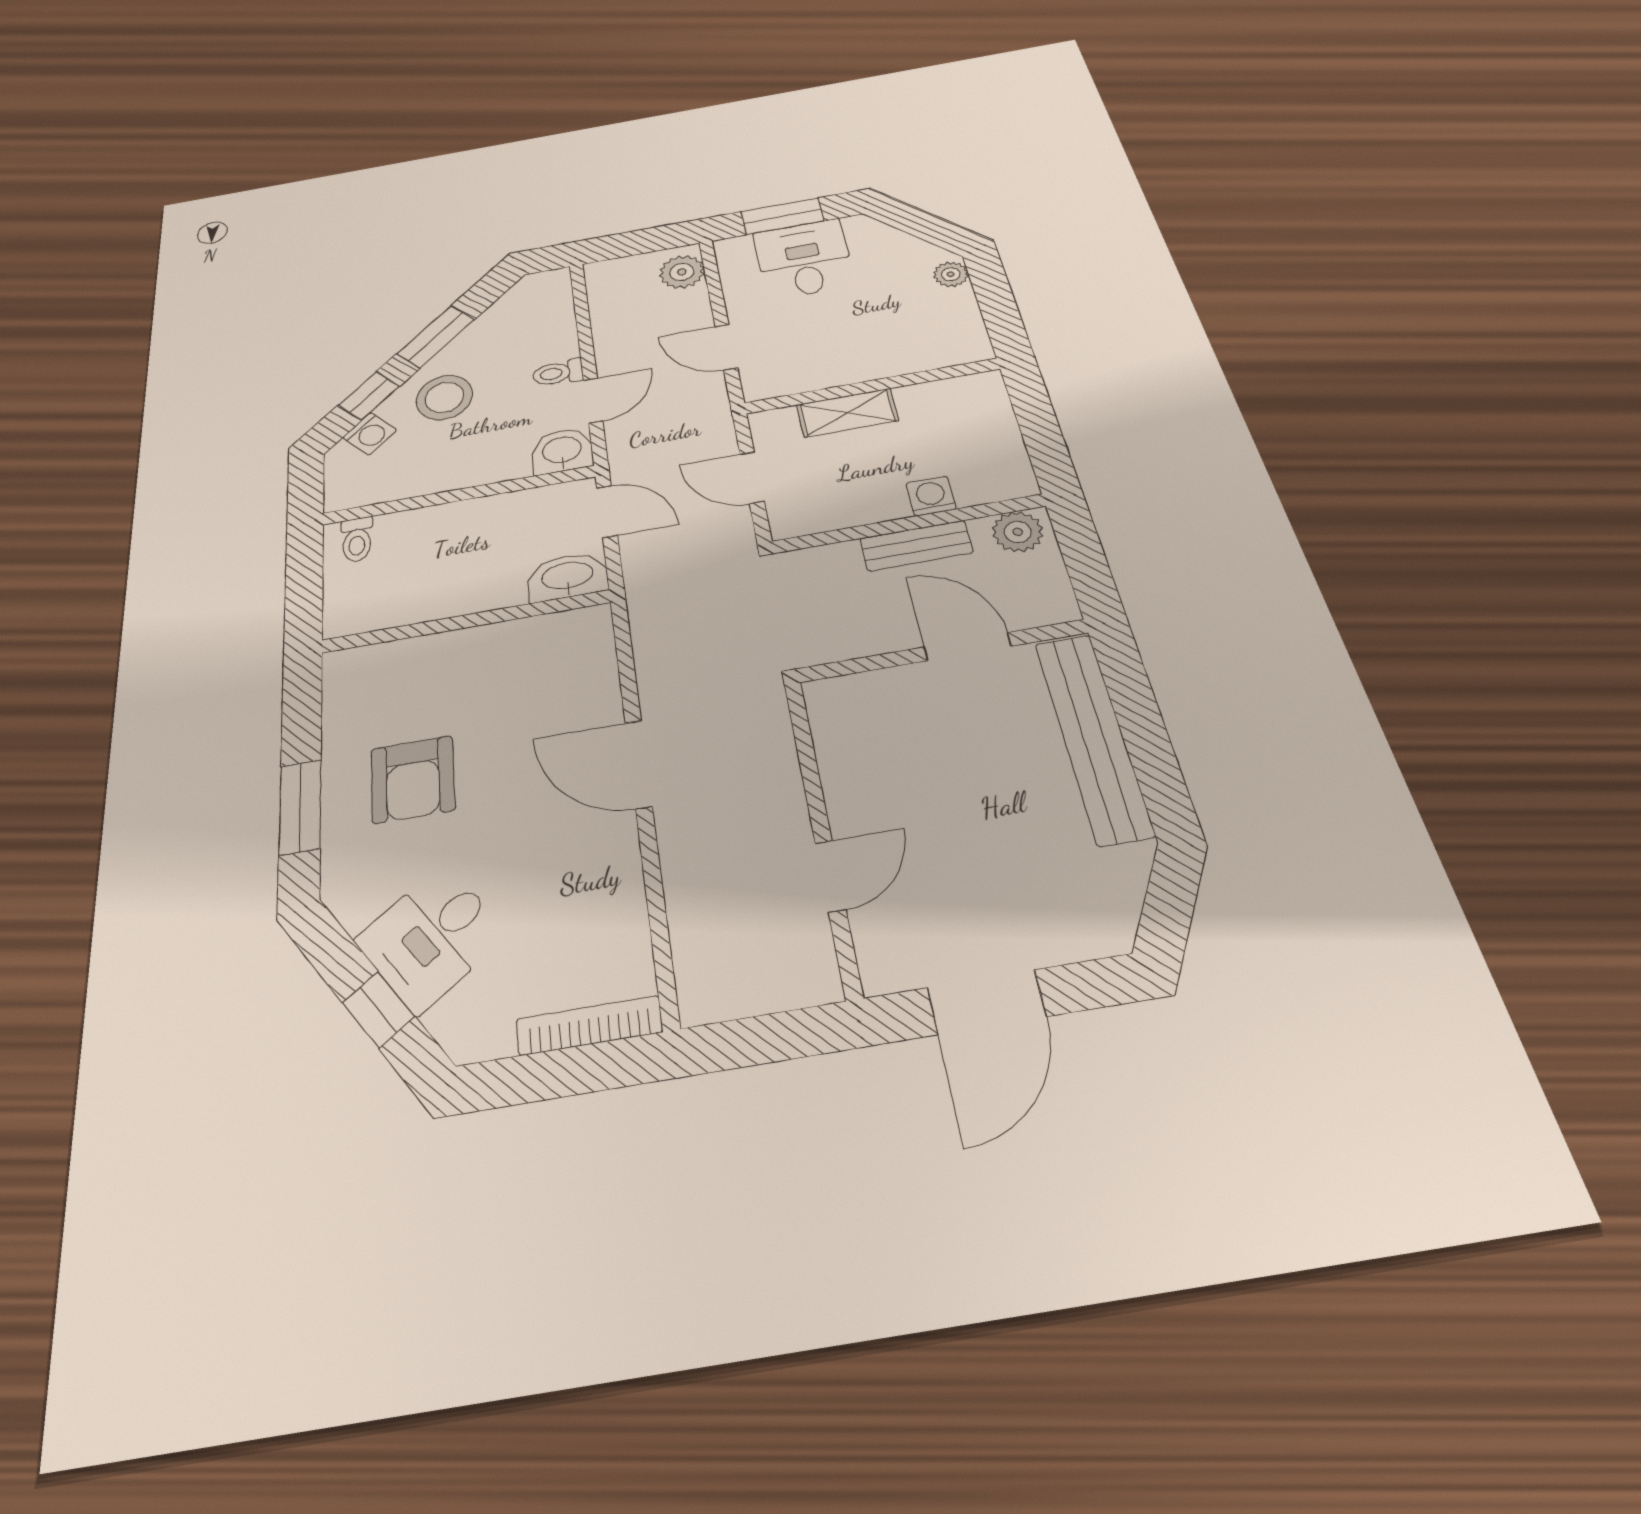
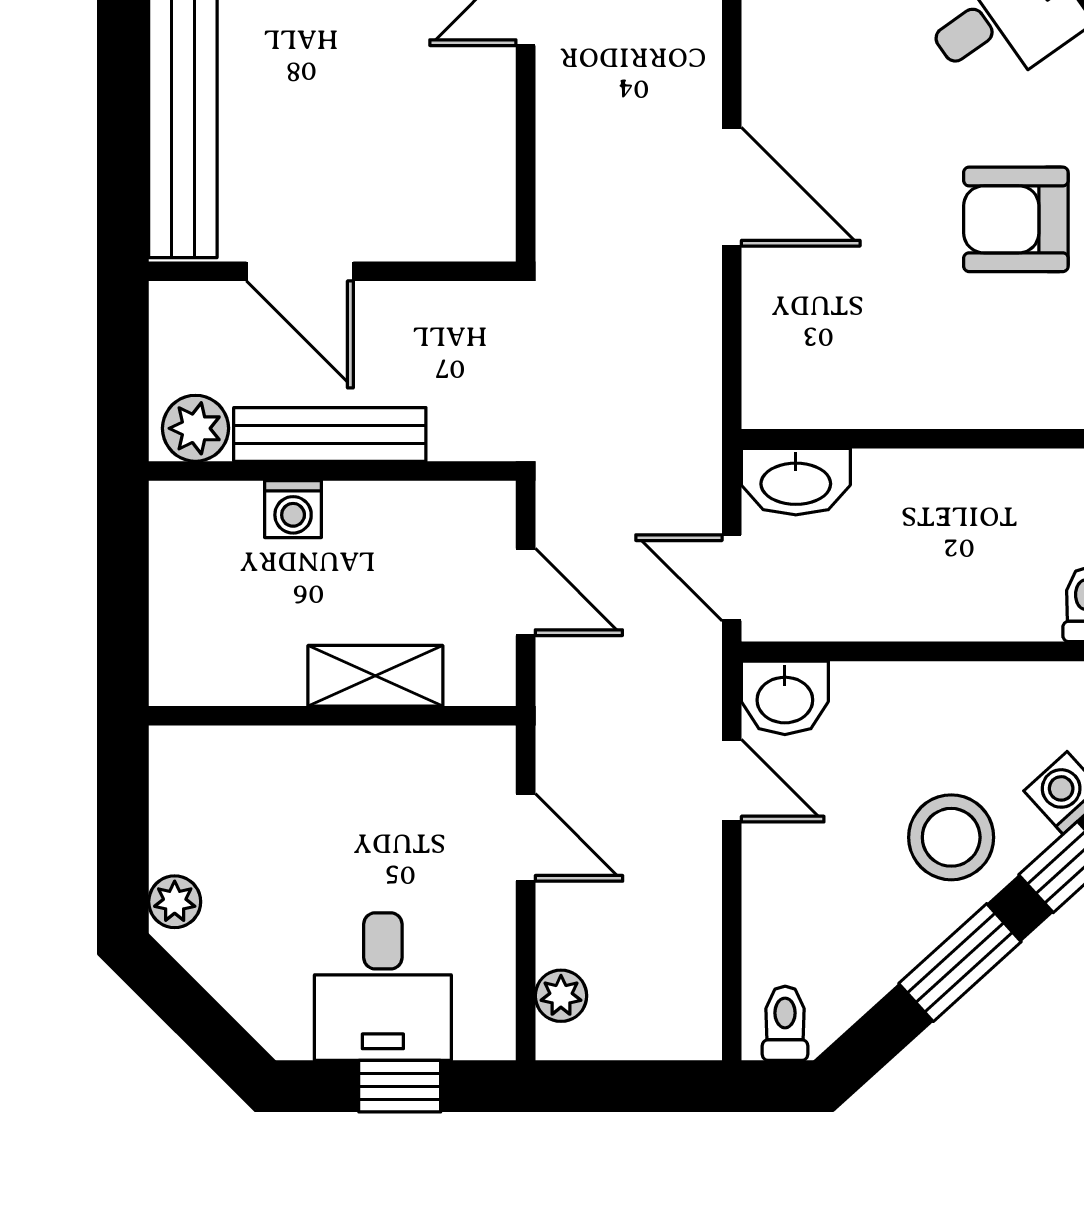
window: (782, 216) -> (400, 1086), width x0.67
plant: (682, 272) -> (561, 996), width x0.73, depth x0.73
toilet: (558, 373) -> (785, 1023), moved, turned -90
door: (593, 400) -> (732, 781), swing flipped
bench: (916, 546) -> (330, 434), width x1.36
armchair: (413, 779) -> (1016, 219), turned -90

